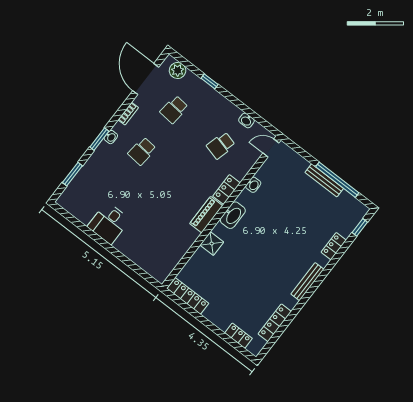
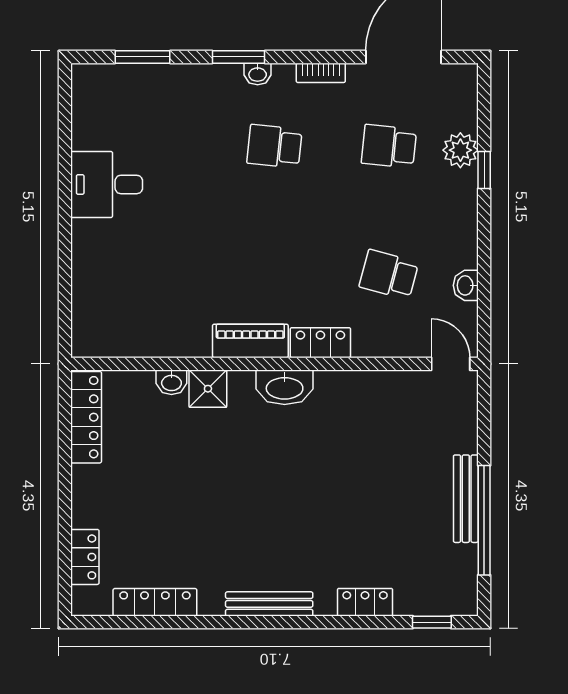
plant: (178, 70) -> (460, 150), moved
washbasin: (253, 185) -> (171, 382), moved

